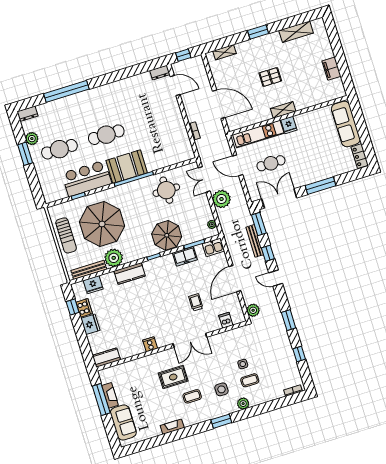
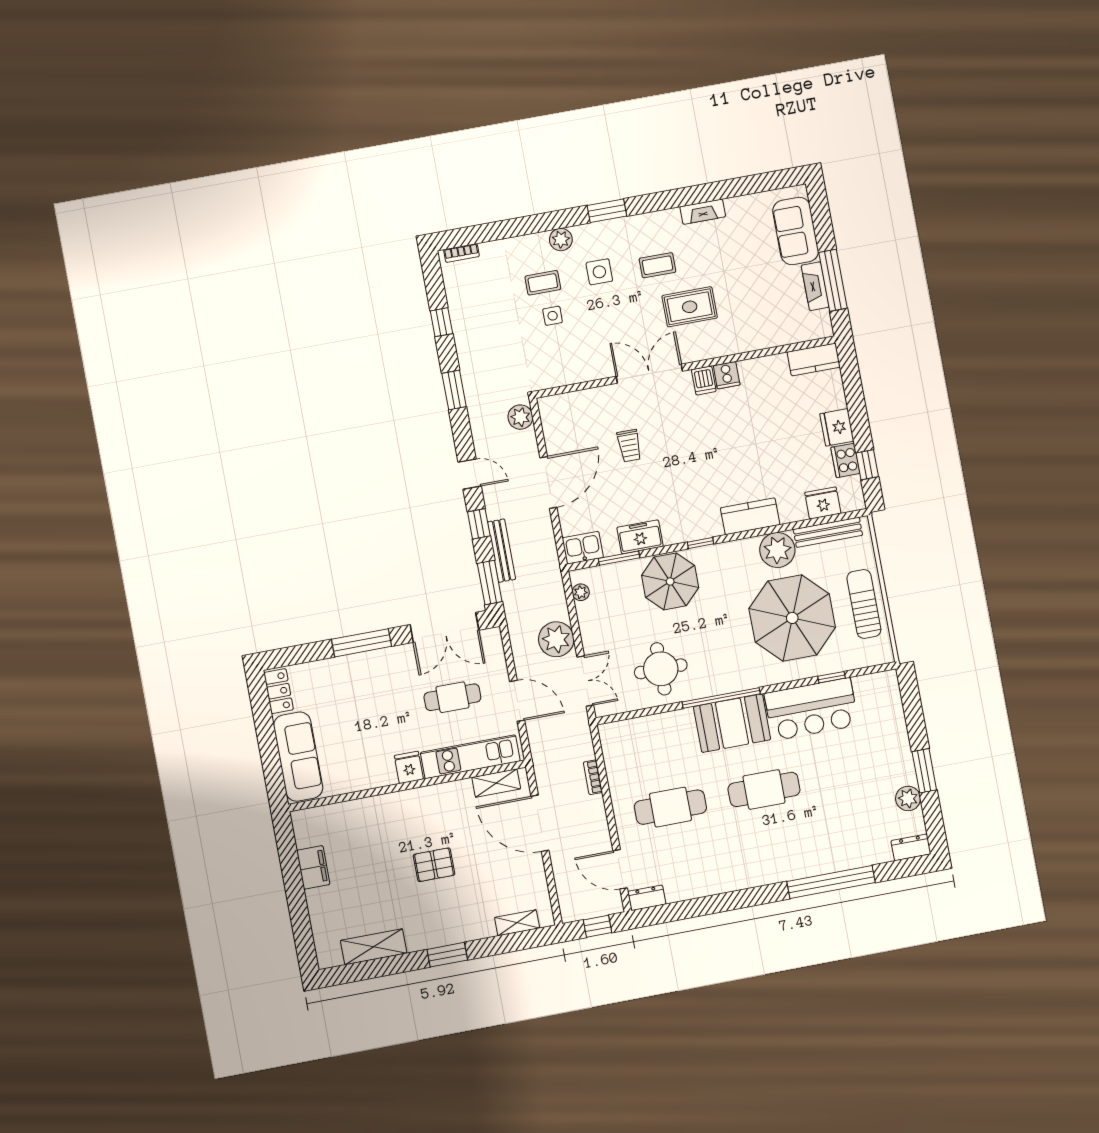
shelving: (283, 110) -> (496, 783), moved
cafe table: (59, 149) -> (670, 807), moved
dishwasher: (226, 320) -> (704, 381), moved

